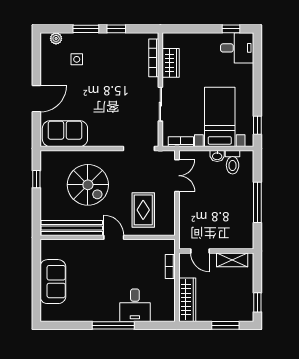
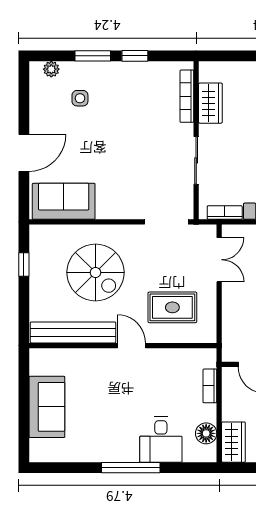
rug: (143, 210) -> (172, 307), turned 90
wardrobe: (187, 300) -> (233, 442), width x0.67
floor lamp: (168, 301) -> (206, 433), added

